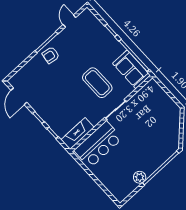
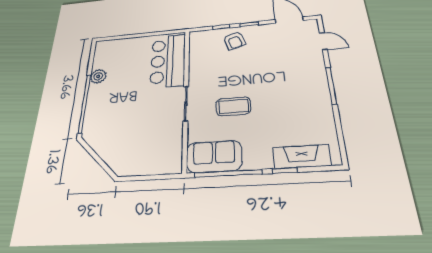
door: (69, 21) -> (323, 41), moved
armchair: (51, 55) -> (234, 41), moved, turned 153
coffee table: (97, 83) -> (233, 106), width x0.73, depth x0.76
fireplace: (78, 134) -> (302, 157), moved, turned -90

